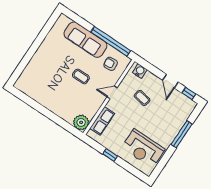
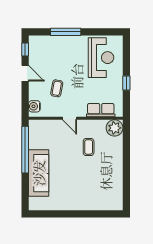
armchair: (111, 64) -> (45, 136), removed
coffee table: (81, 76) -> (89, 147), moved
door: (170, 81) -> (25, 73), hinge flipped

